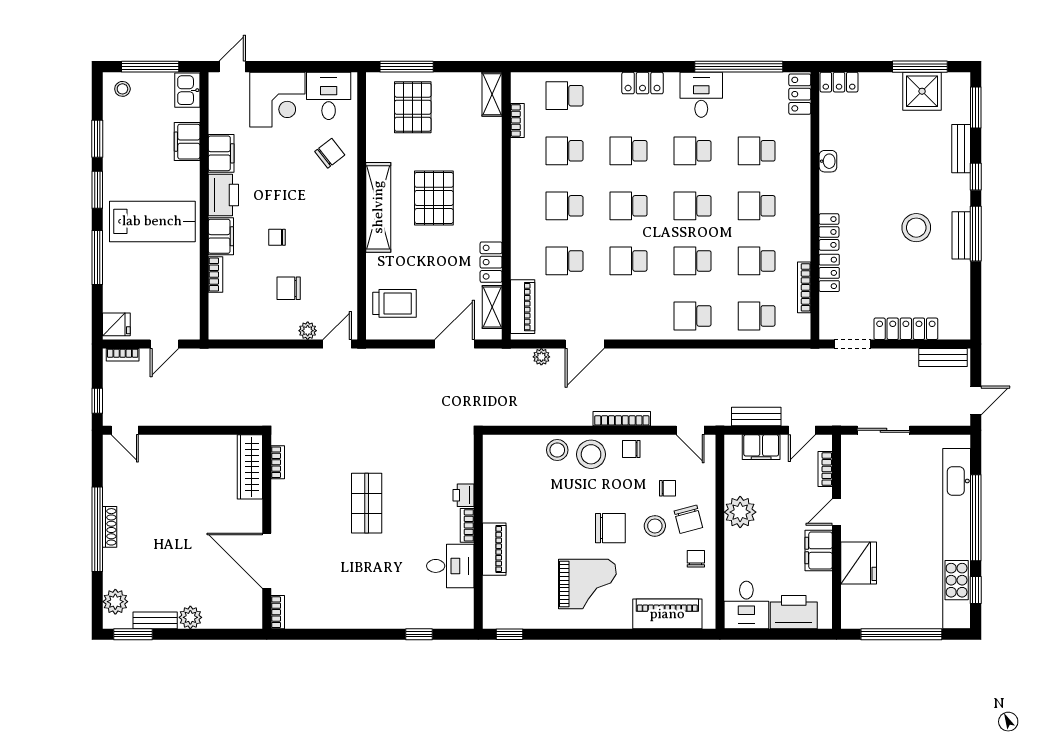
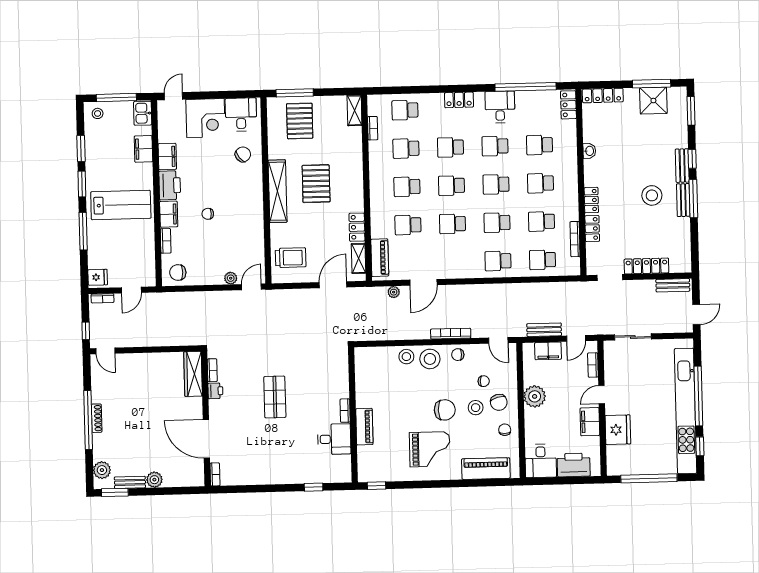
locker: (839, 82) -> (603, 96), width x1.53
bench: (961, 149) -> (682, 166), moved
chair: (289, 288) -> (178, 273), moved
printer: (464, 495) -> (215, 391), moved, turned 180

